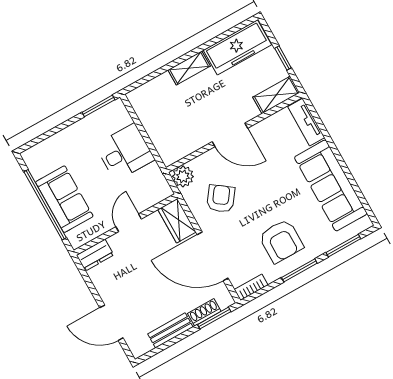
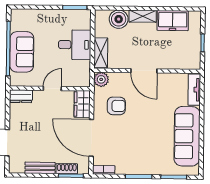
freezer: (237, 47) -> (173, 21), width x0.71
boiler: (161, 89) -> (119, 19), added
shelving: (276, 95) -> (101, 53), moved, turned 90
armchair: (221, 199) -> (116, 106), turned 54
armchair: (281, 241) -> (138, 152), removed

